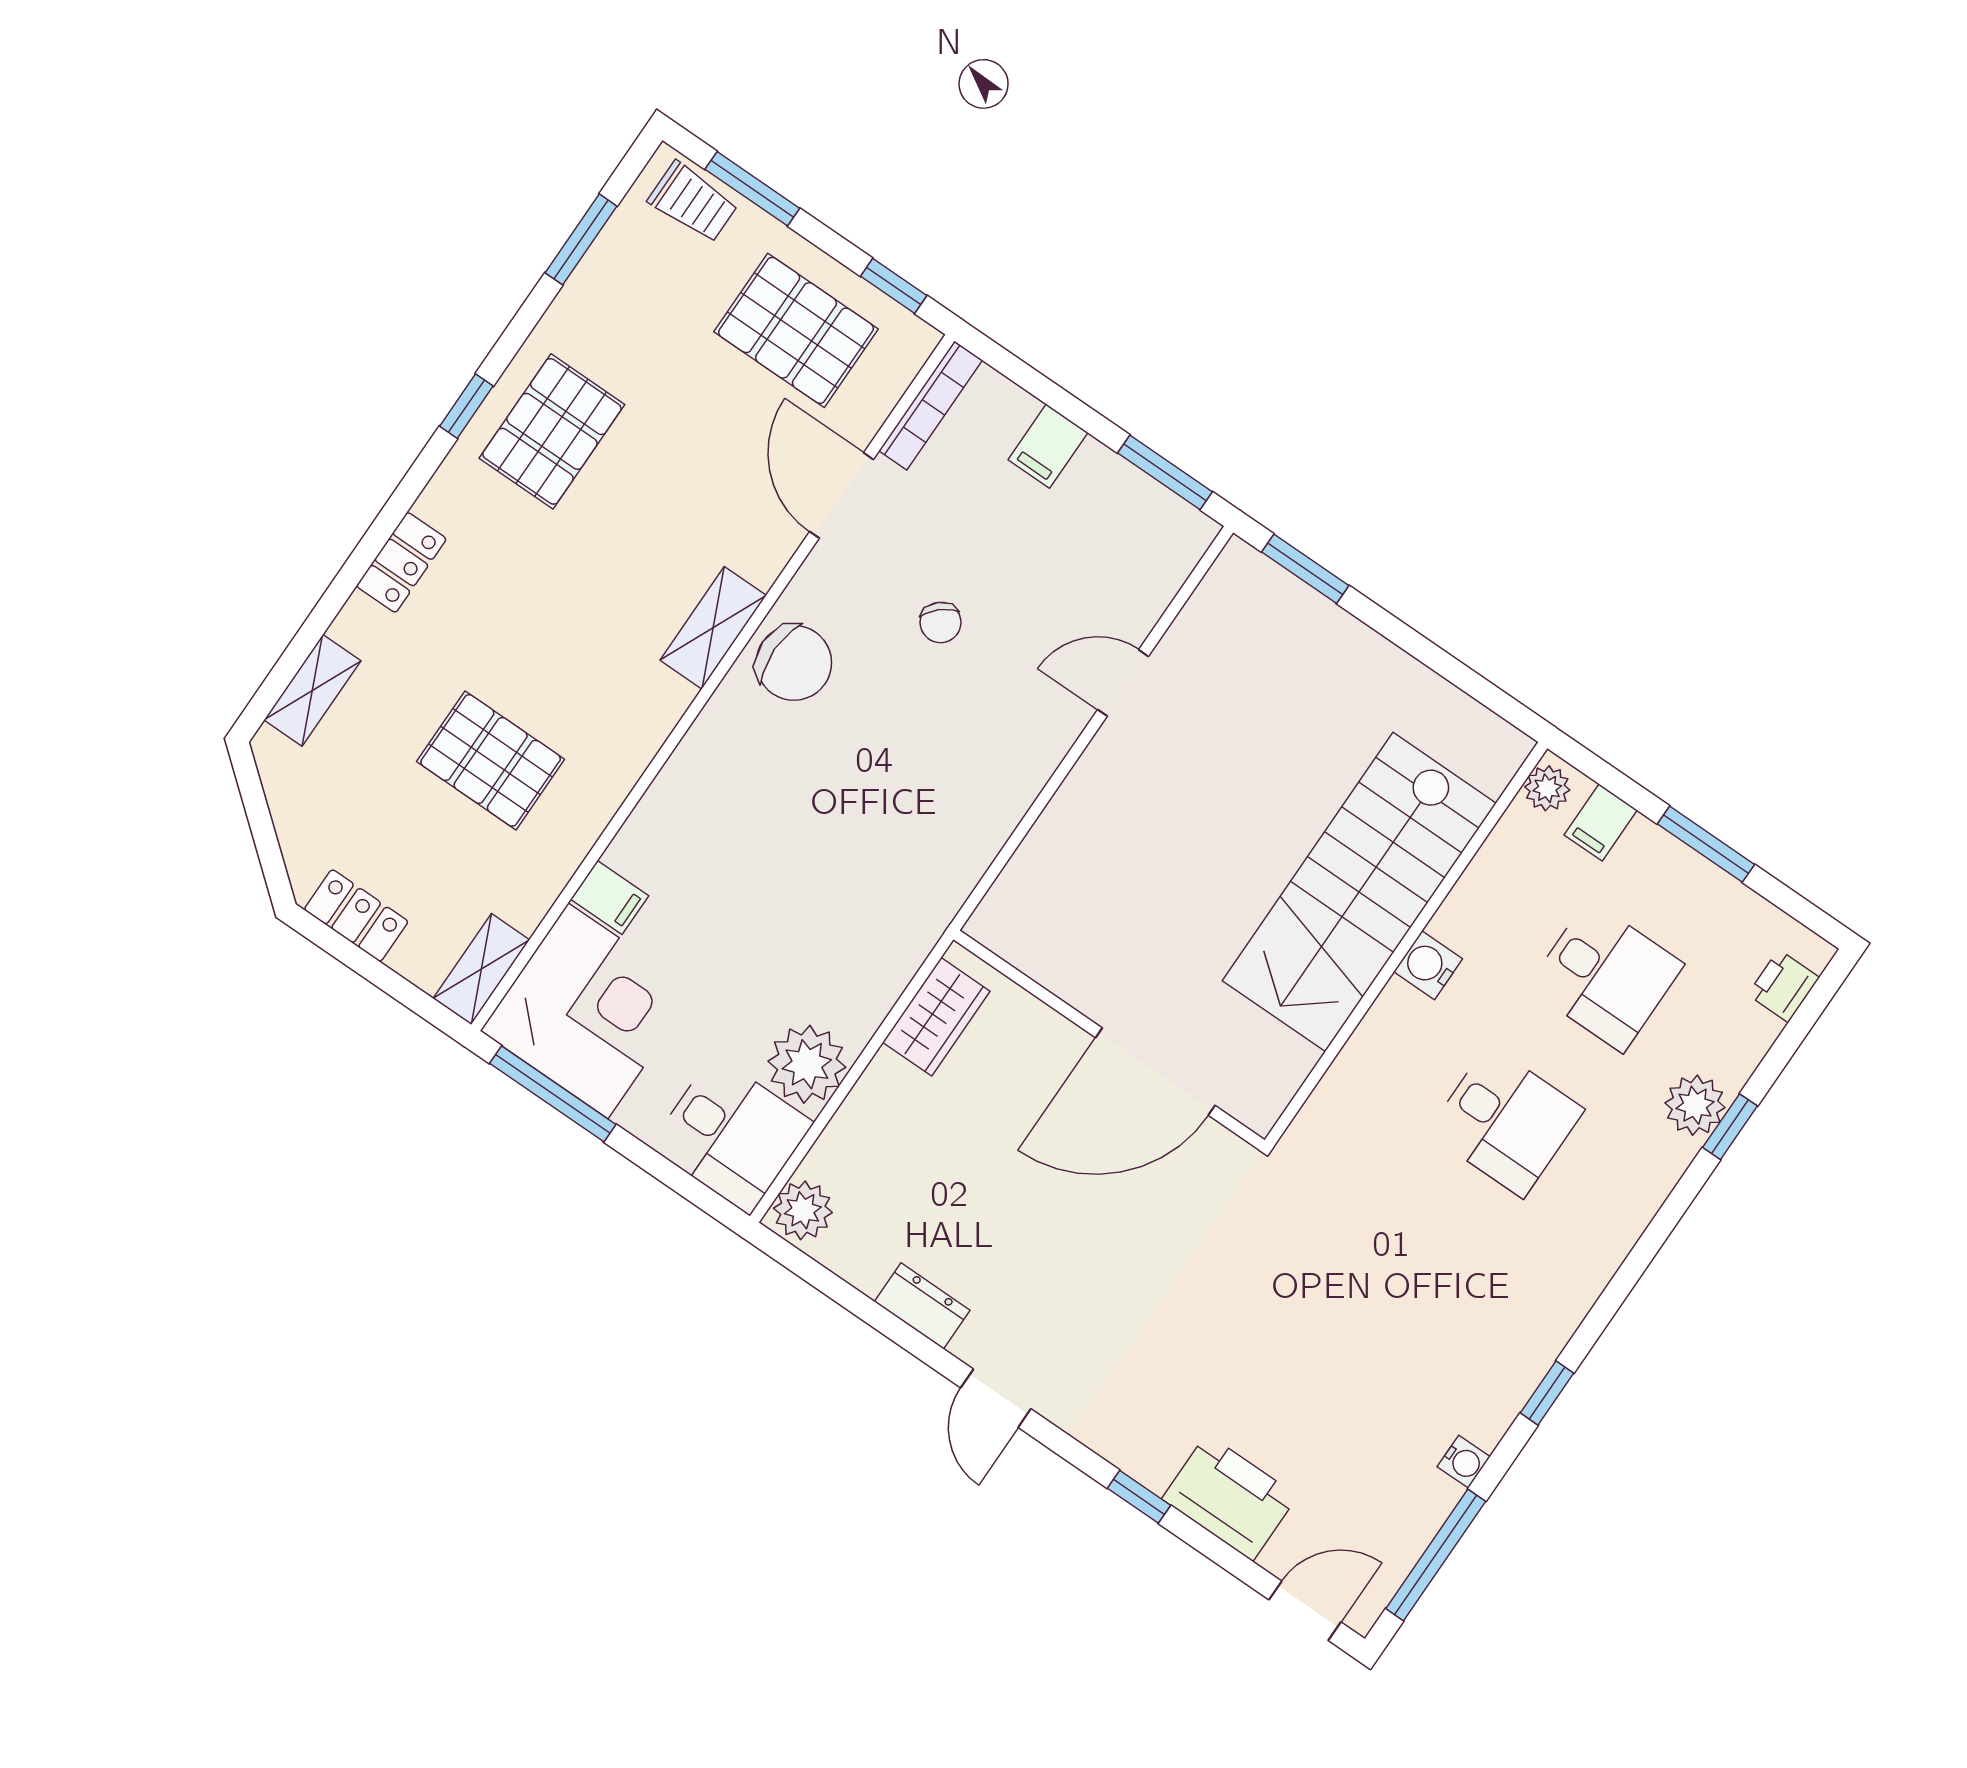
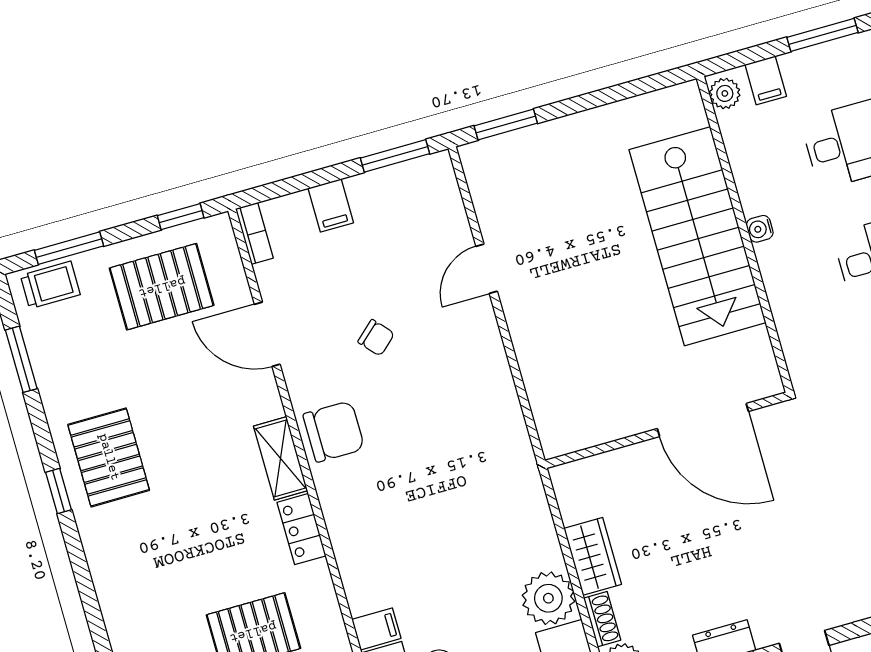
bookcase: (931, 405) -> (254, 233), width x0.64
locker: (401, 562) -> (302, 529), moved, turned 180
water cooler: (1428, 965) -> (760, 229), width x0.72, depth x0.72
wardrobe: (936, 1017) -> (593, 556), moved
door: (1155, 1072) -> (703, 420), hinge flipped
shoe rack: (834, 1145) -> (602, 619), added

